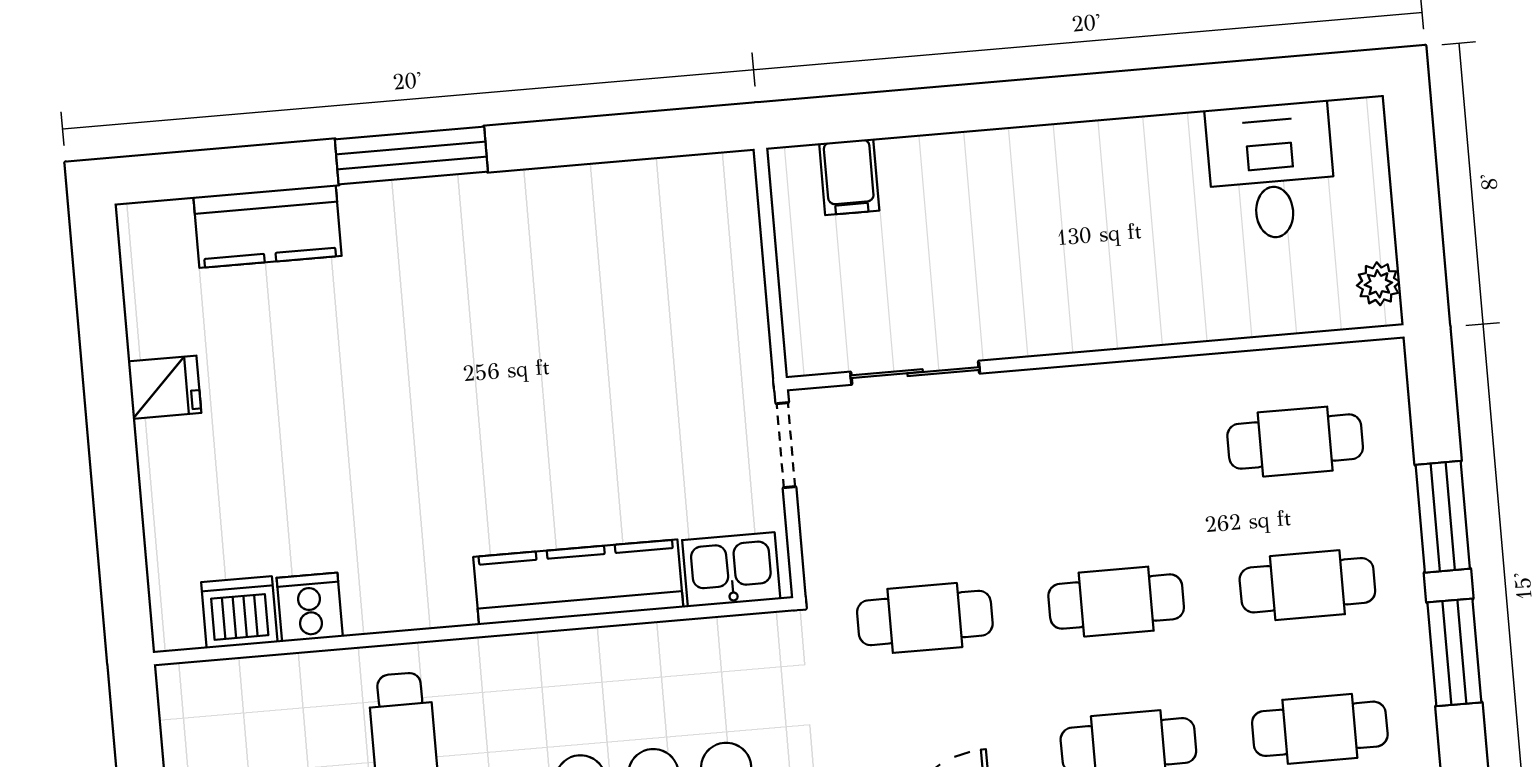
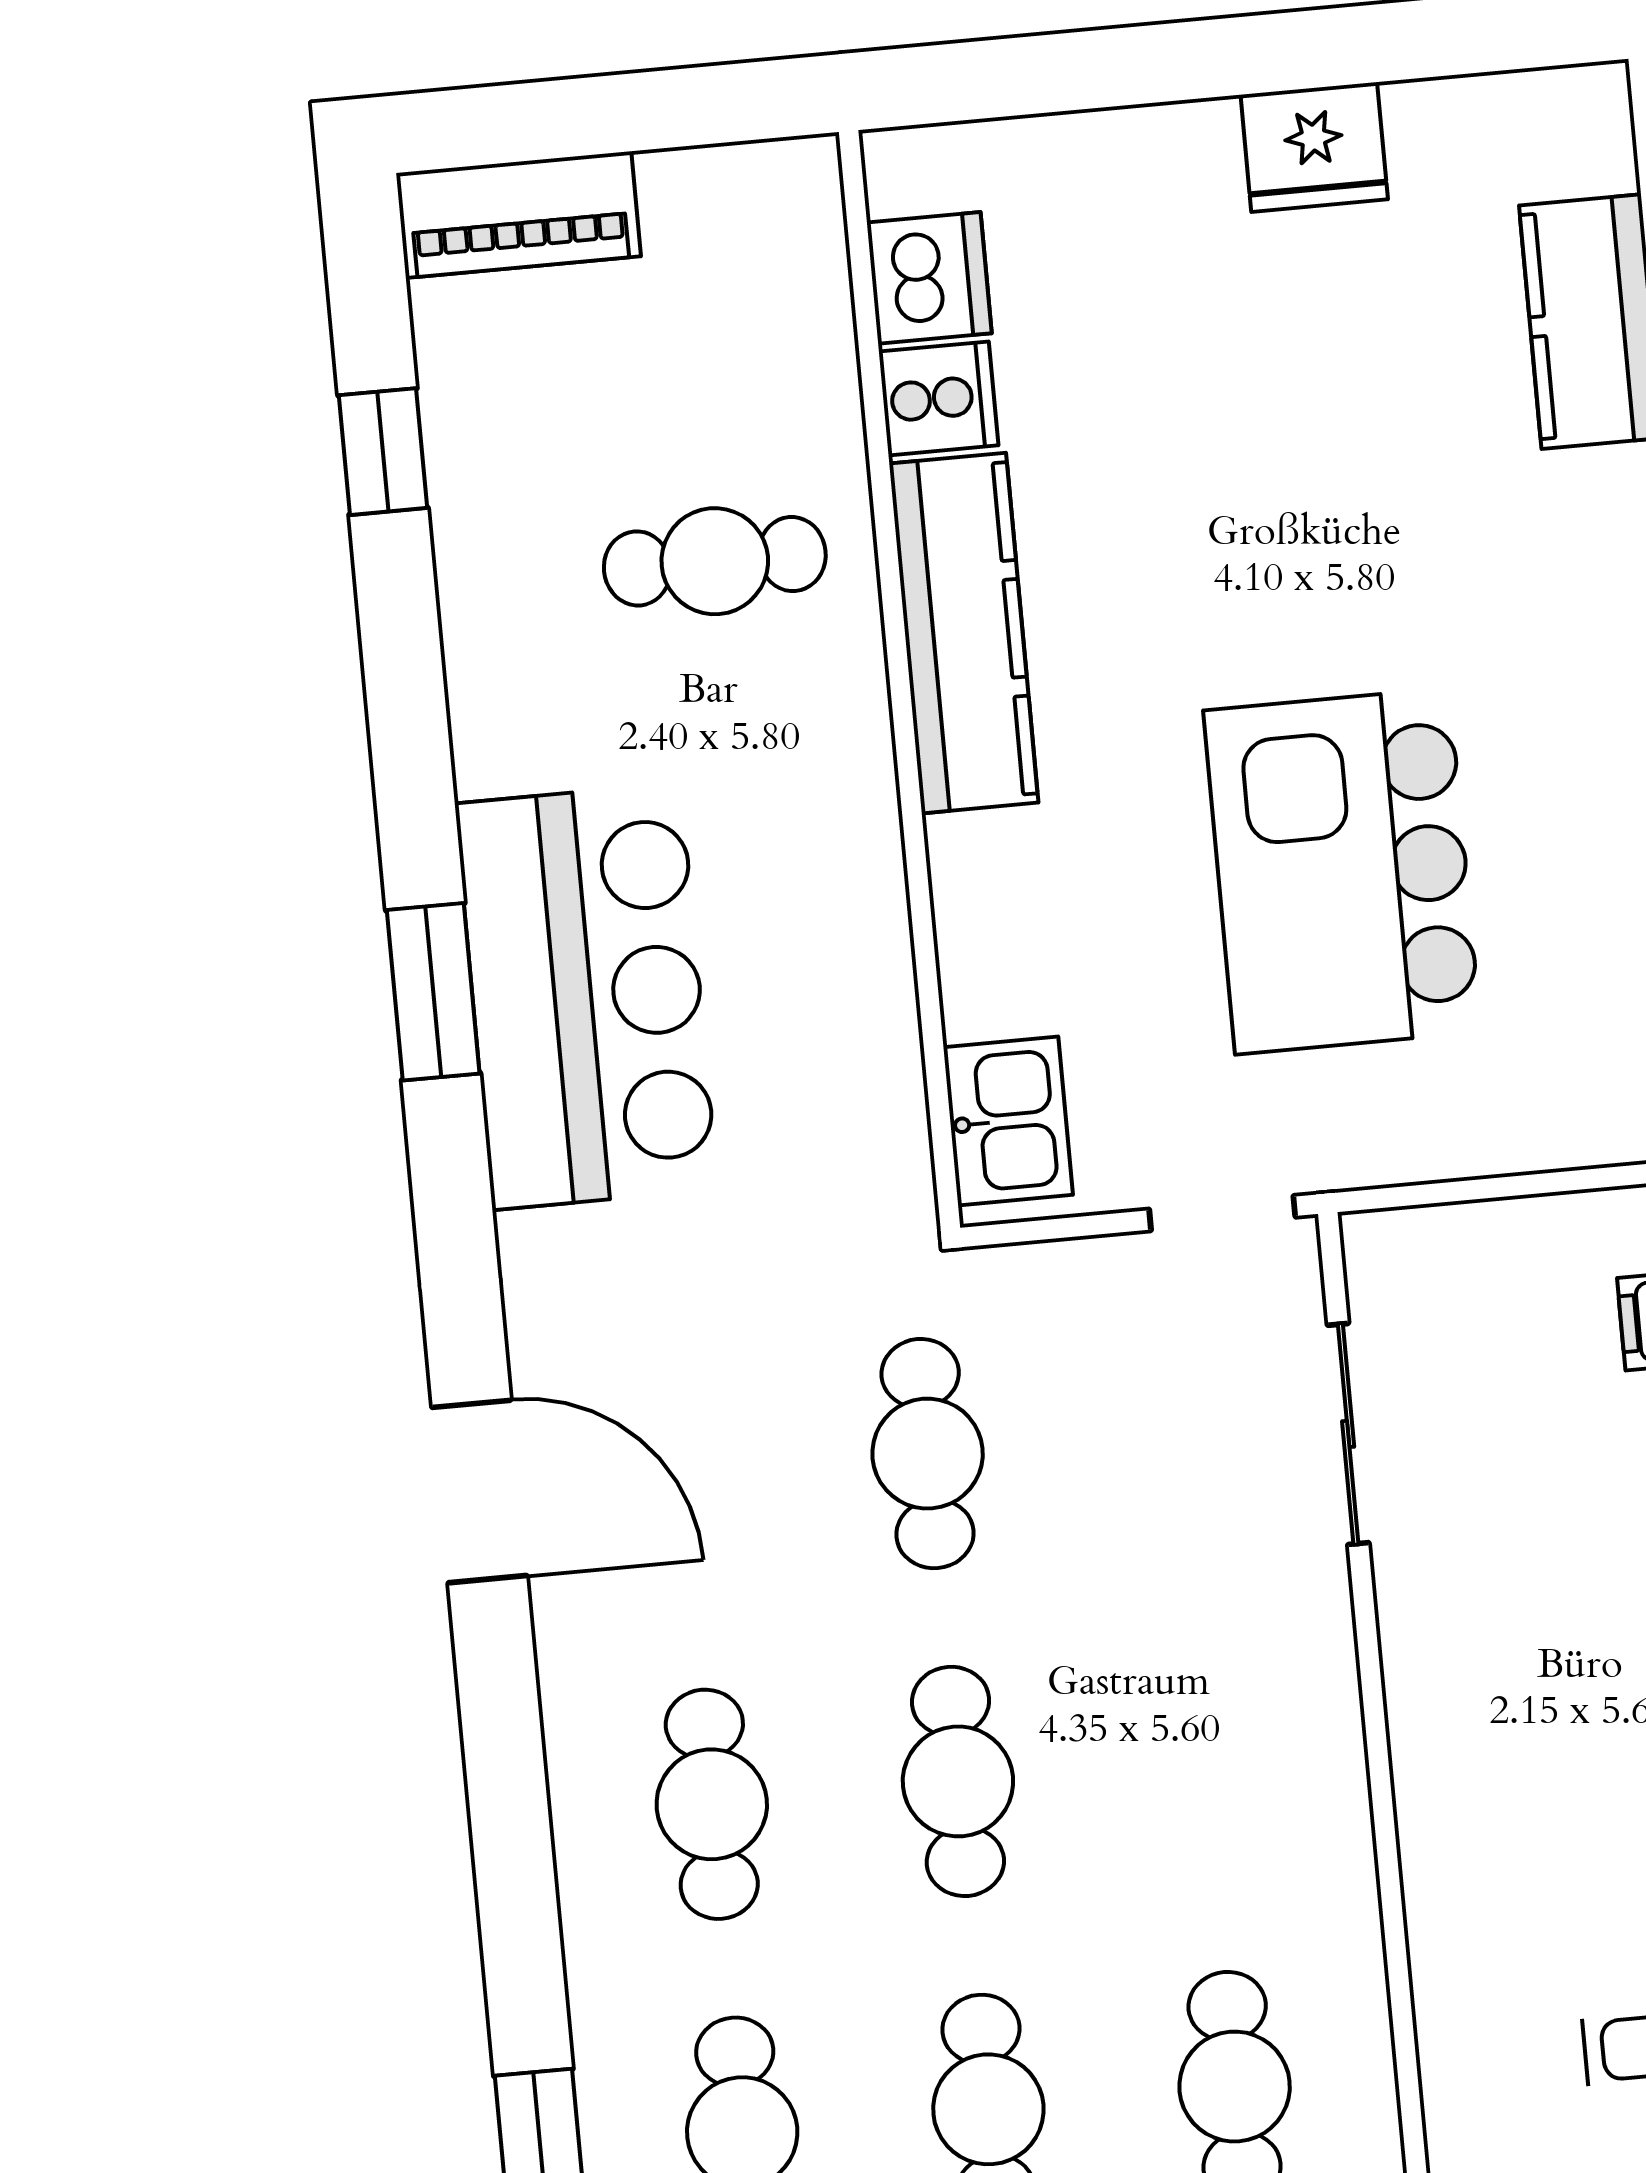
kitchen island: (587, 374) -> (1342, 871), added
fridge: (165, 387) -> (1314, 147), width x1.38
kitchen counter: (578, 582) -> (964, 633), moved

